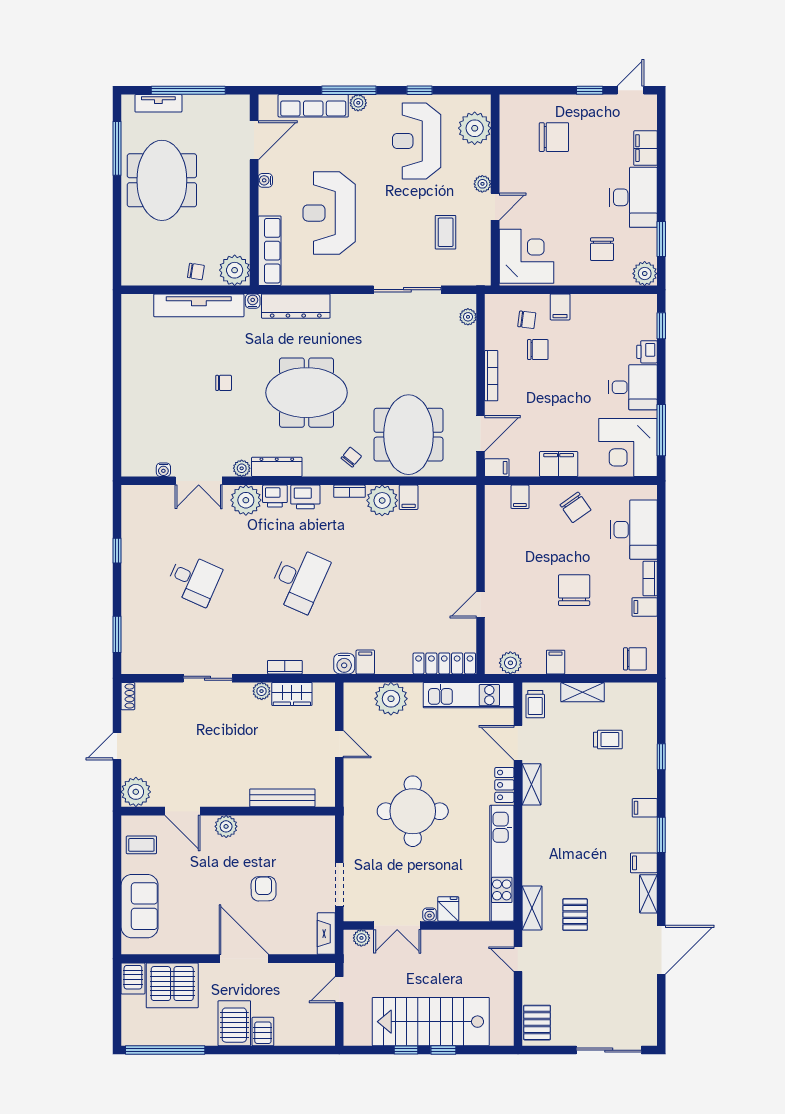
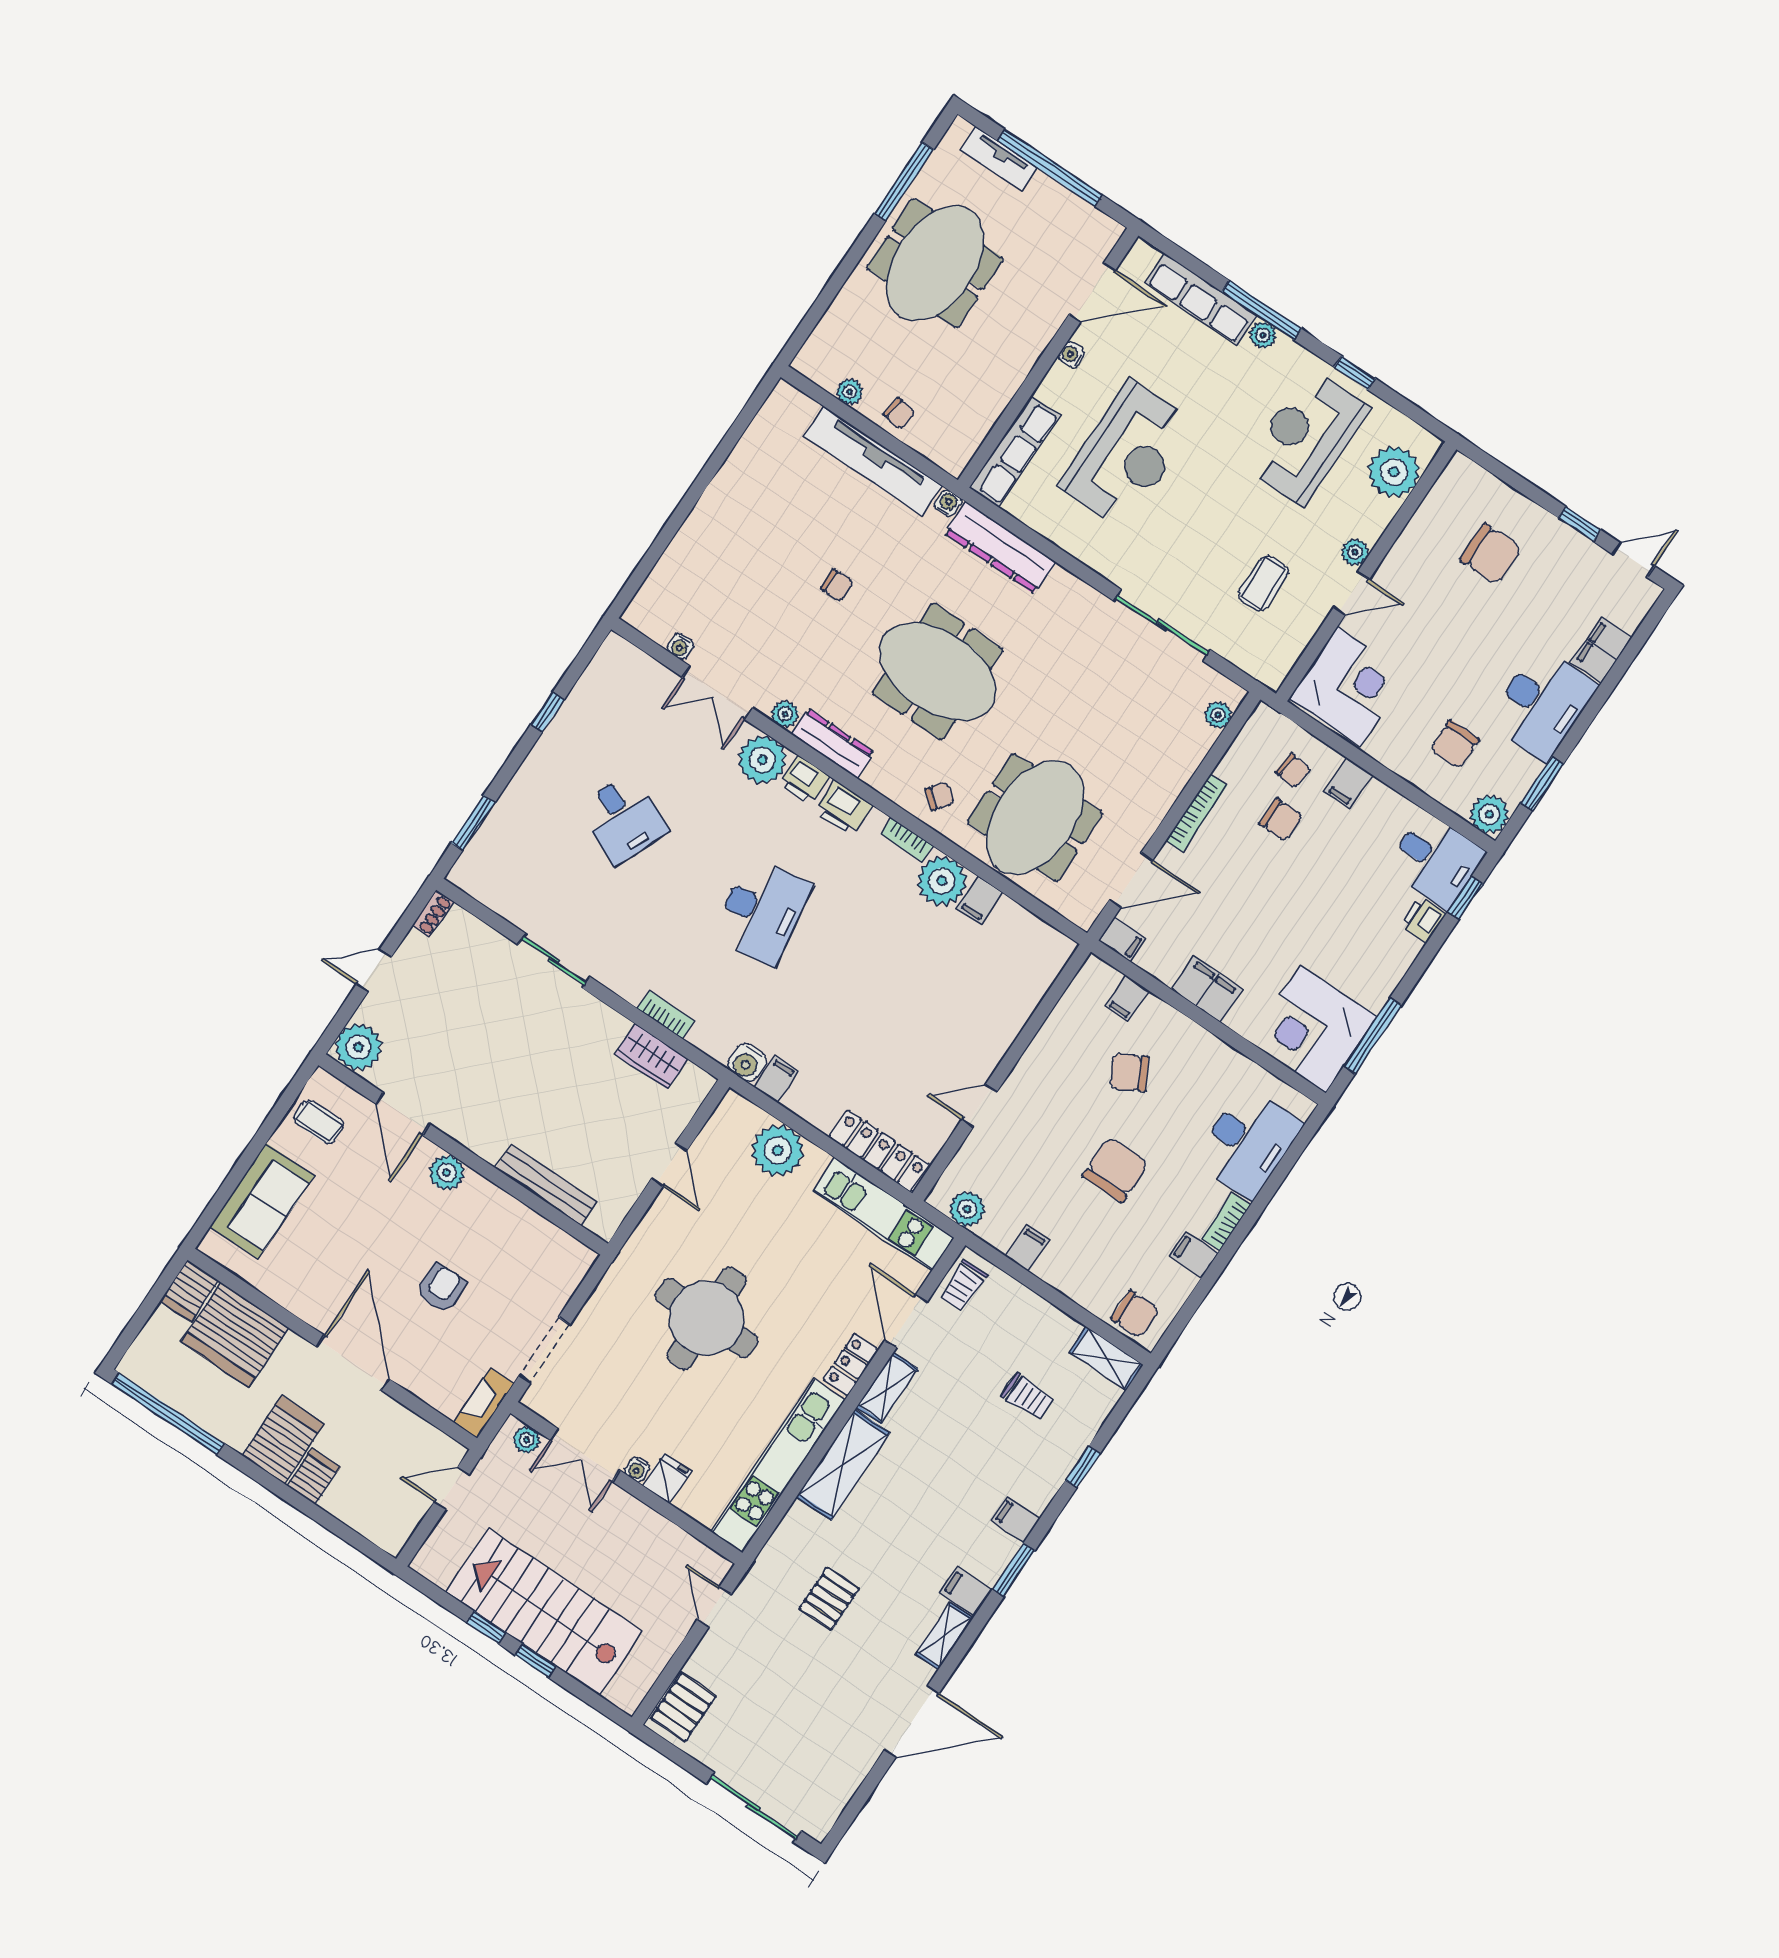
reception desk: (329, 213) -> (1127, 455), turned 180
plant: (235, 270) -> (850, 392), moved, width x0.53, depth x0.53
desk: (633, 387) -> (1436, 860), moved
chair: (575, 507) -> (1129, 1072), moved, turned 96
desk: (299, 580) -> (762, 911), turned -33
plant: (262, 691) -> (614, 1026), removed
shelving: (583, 692) -> (1106, 1359), moved
shelving: (532, 908) -> (843, 1465), moved, width x1.50, depth x1.33

